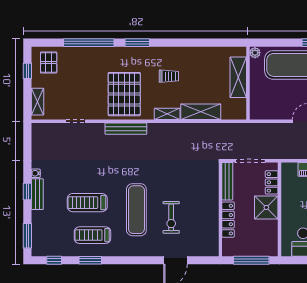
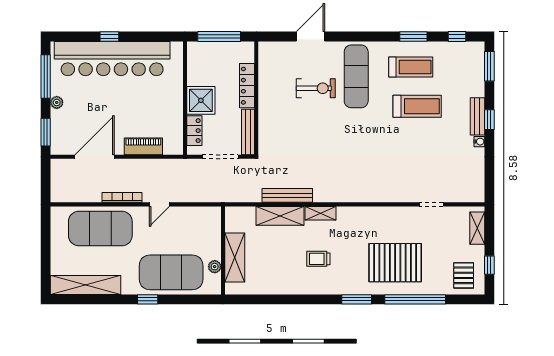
plant: (255, 53) -> (215, 267), moved
pallet: (124, 94) -> (395, 263), moved, turned 90
bench: (126, 129) -> (287, 195), moved
exercise mat: (136, 210) -> (356, 76), moved
exercise bike: (171, 217) -> (316, 88), turned 90

